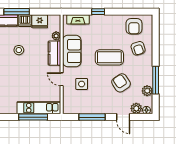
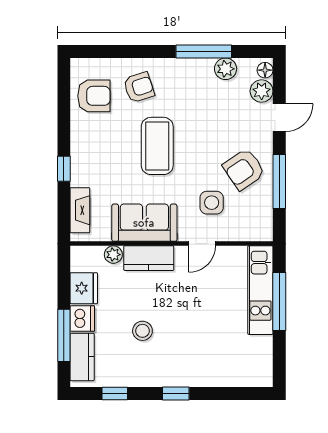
armchair: (121, 83) -> (244, 169), moved

